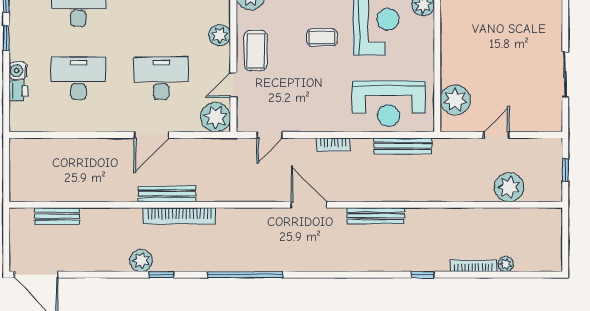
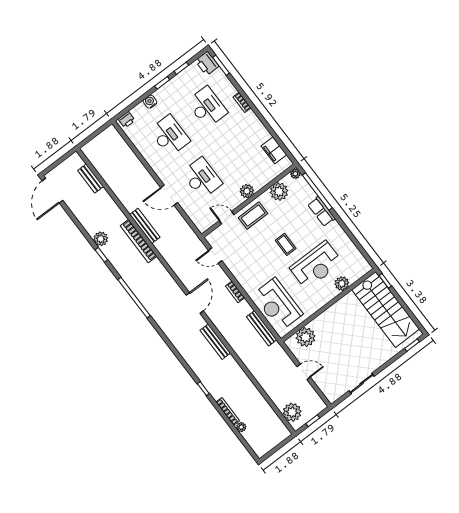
printer: (18, 91) -> (127, 120), moved
plant: (216, 117) -> (203, 221), removed
plant: (509, 187) -> (292, 412), moved

